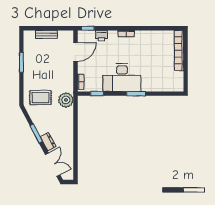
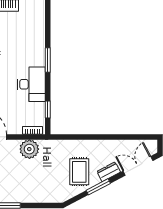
desk: (122, 78) -> (31, 84), width x0.73, depth x0.77
rug: (40, 98) -> (79, 172), moved
plant: (66, 100) -> (29, 149), moved

